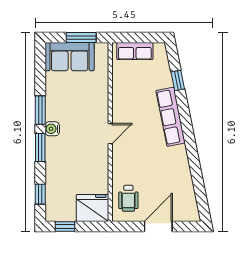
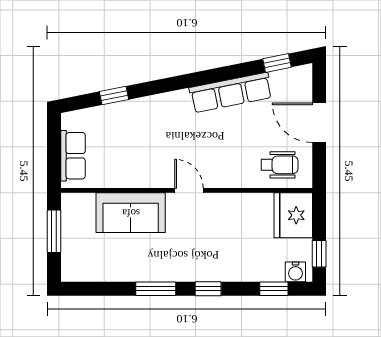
sofa: (70, 57) -> (131, 213), moved, turned 90
row of seats: (171, 117) -> (231, 92), moved
water cooler: (52, 129) -> (295, 272), moved
window: (40, 147) -> (208, 289), width x0.67
window: (201, 196) -> (277, 63), added

